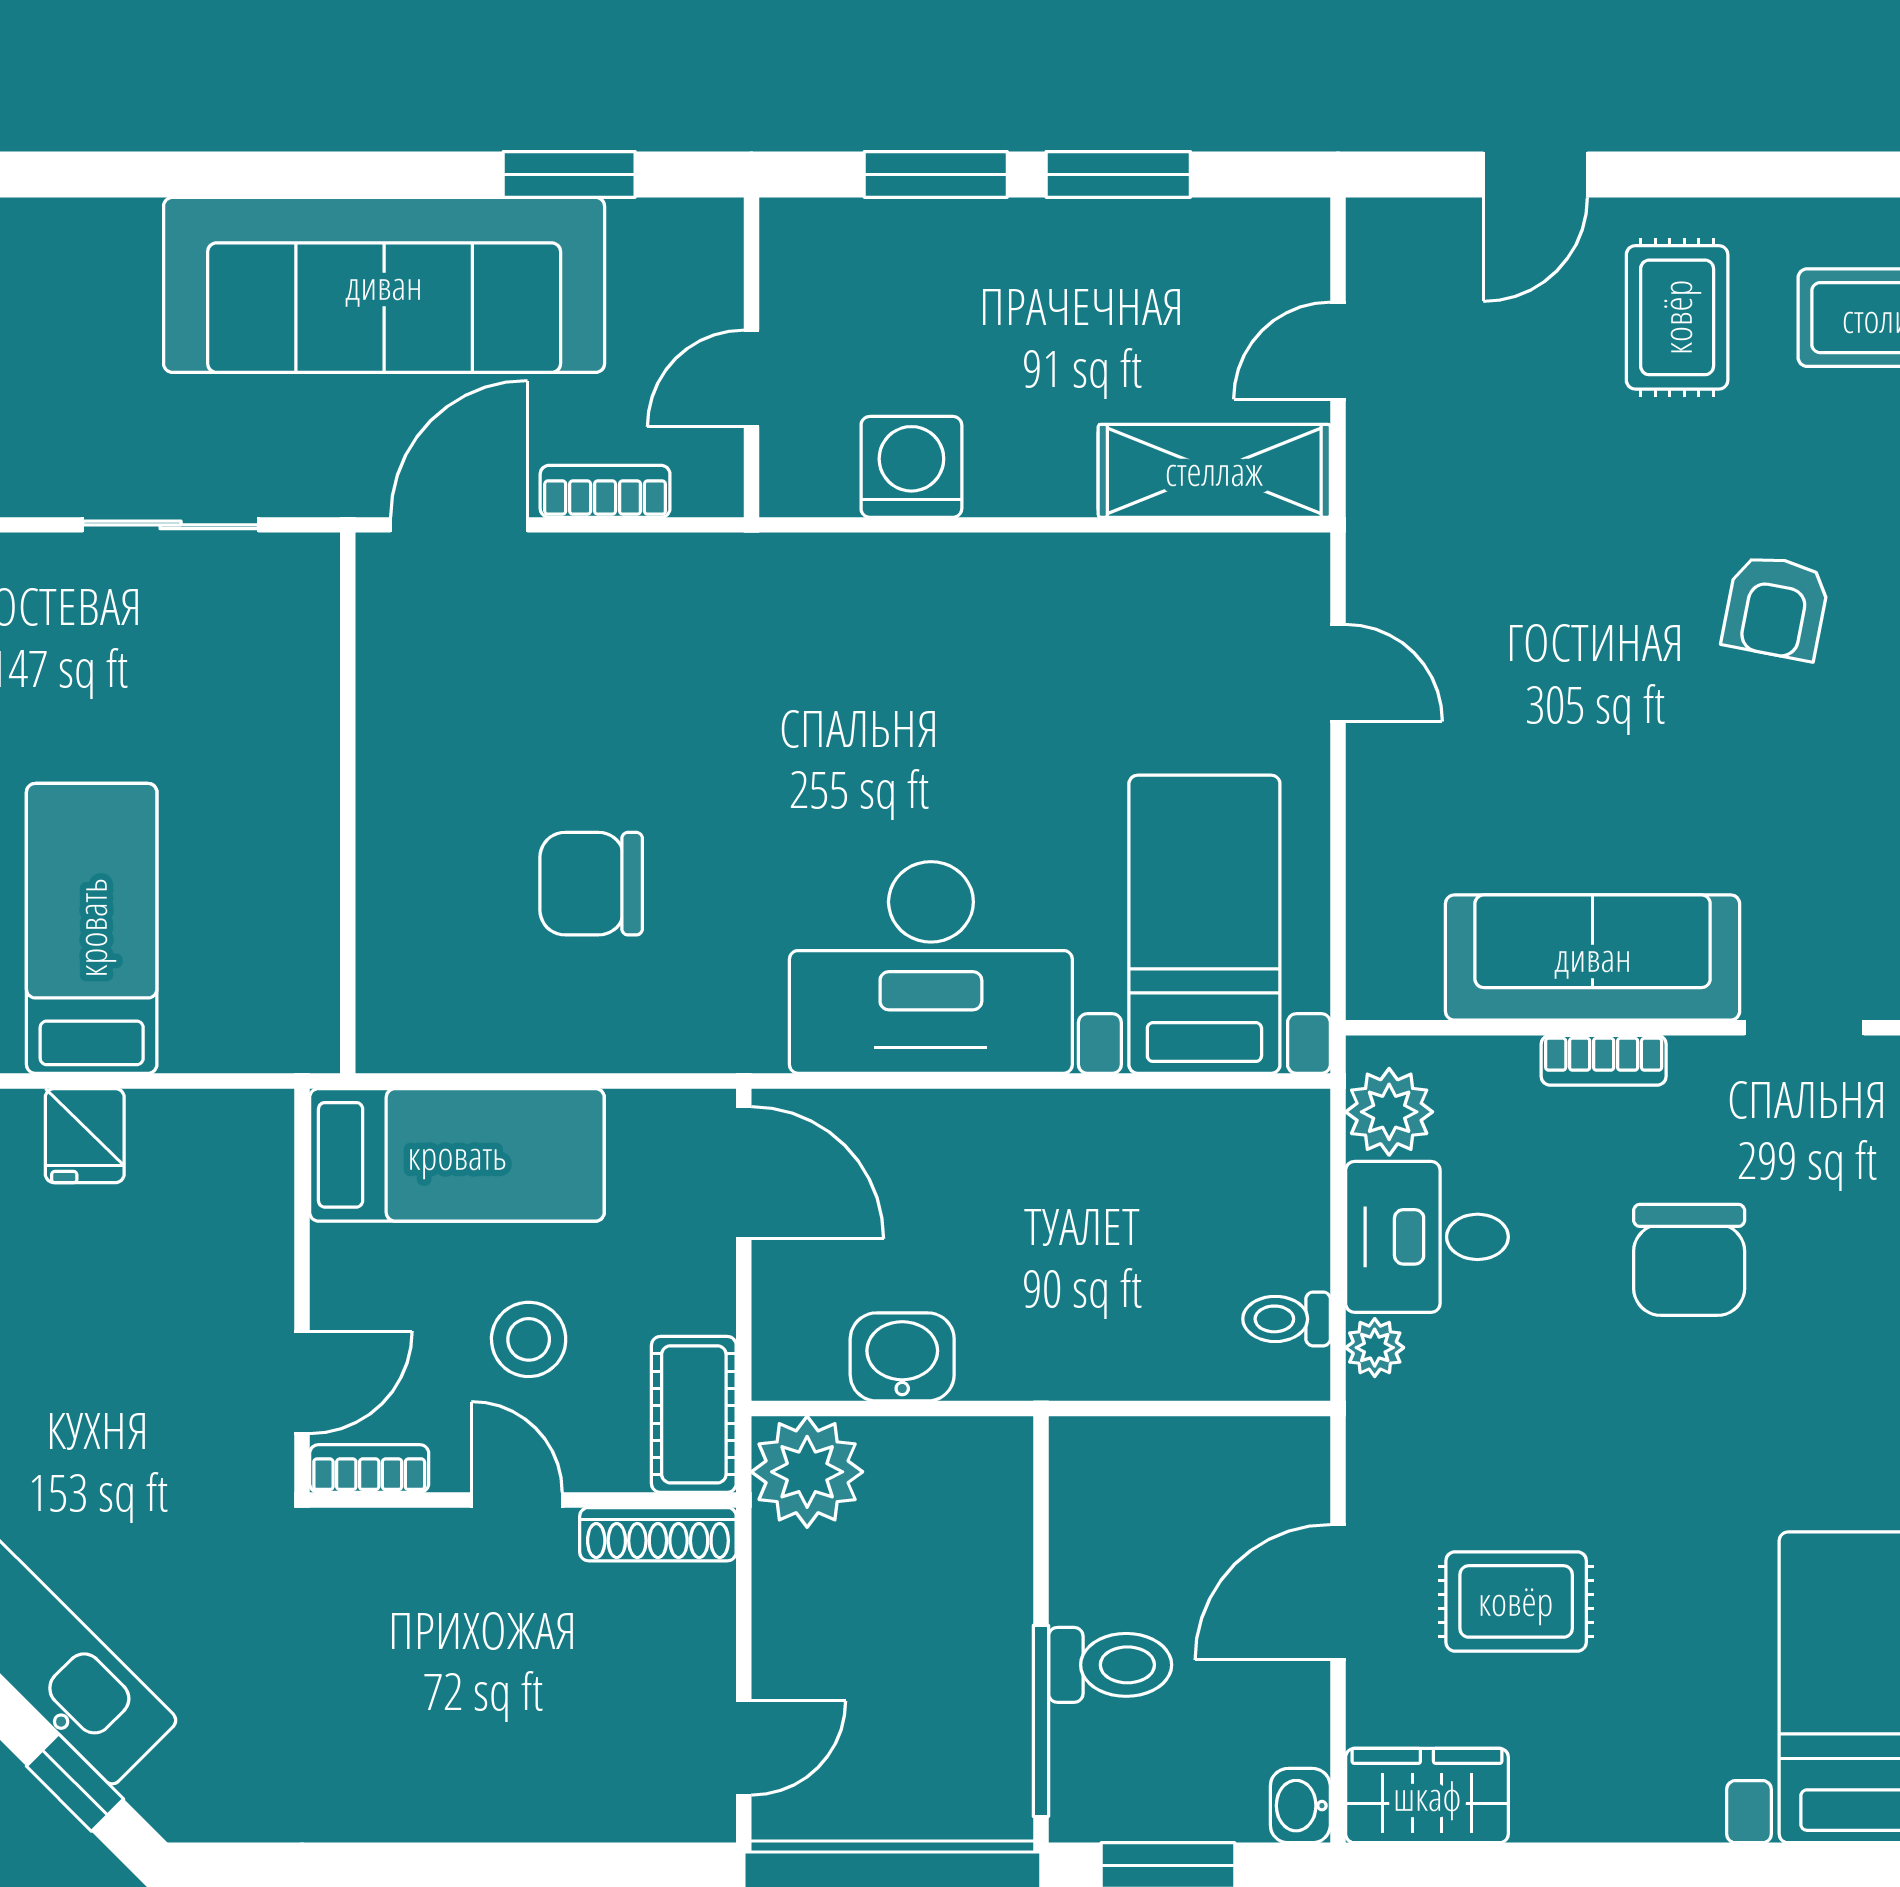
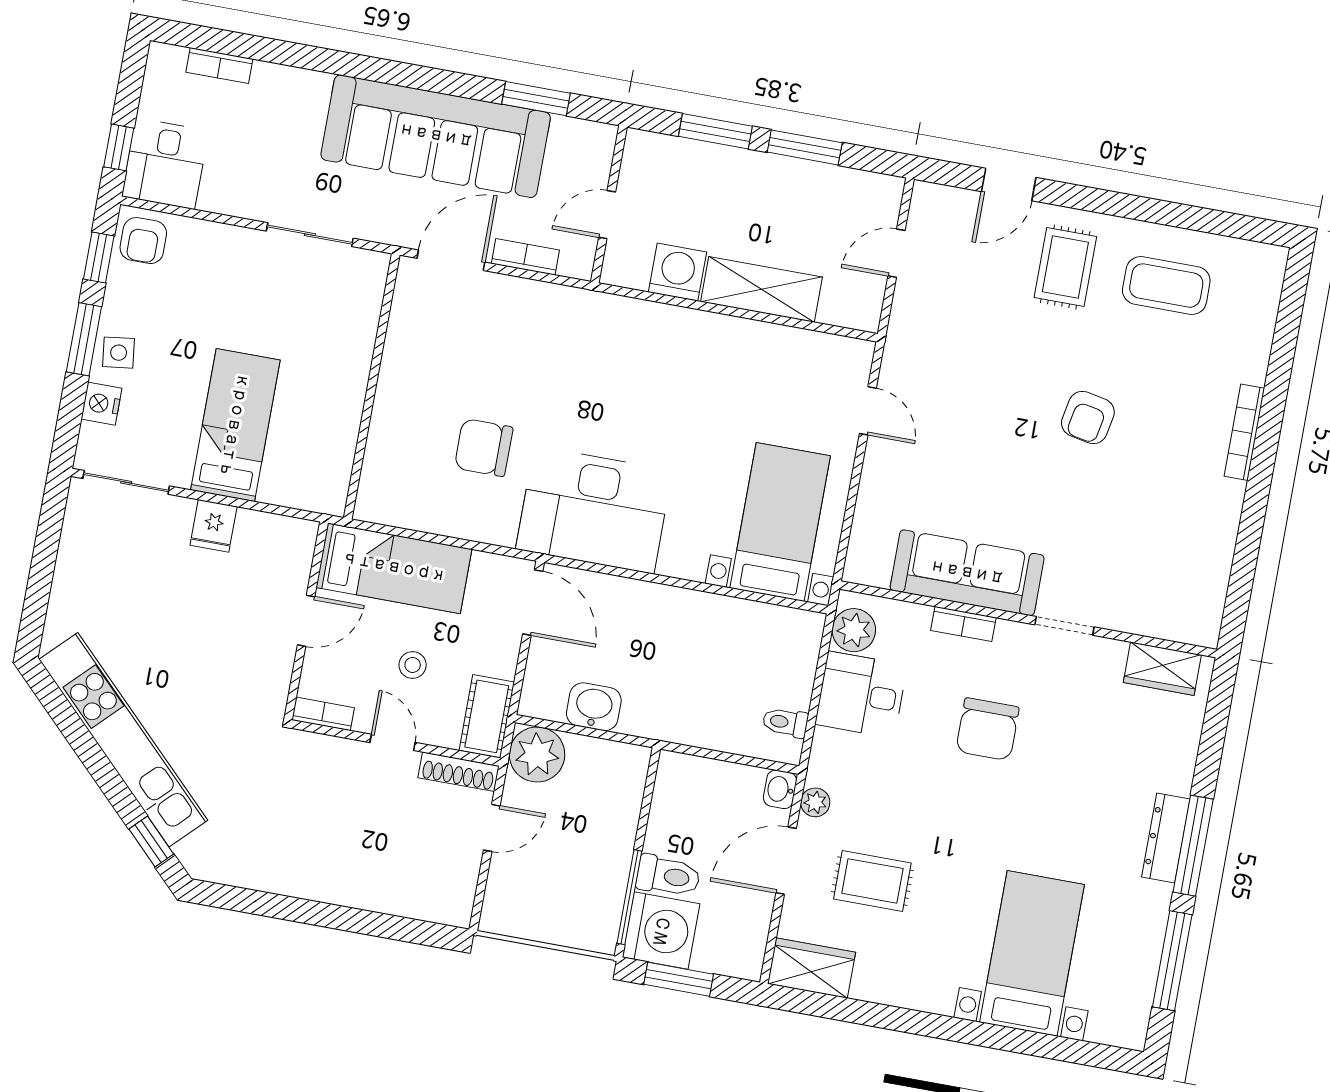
shelving: (1214, 471) -> (762, 289), moved
desk: (931, 967) -> (594, 510), moved
stool: (529, 1339) -> (413, 665), width x0.73, depth x0.73
plant: (1375, 1348) -> (815, 802), moved
door: (302, 1382) -> (306, 621), moved
door: (744, 1748) -> (492, 828), moved
washing machine: (1116, 1776) -> (661, 931), added
washbasin: (1300, 1806) -> (780, 789), moved

